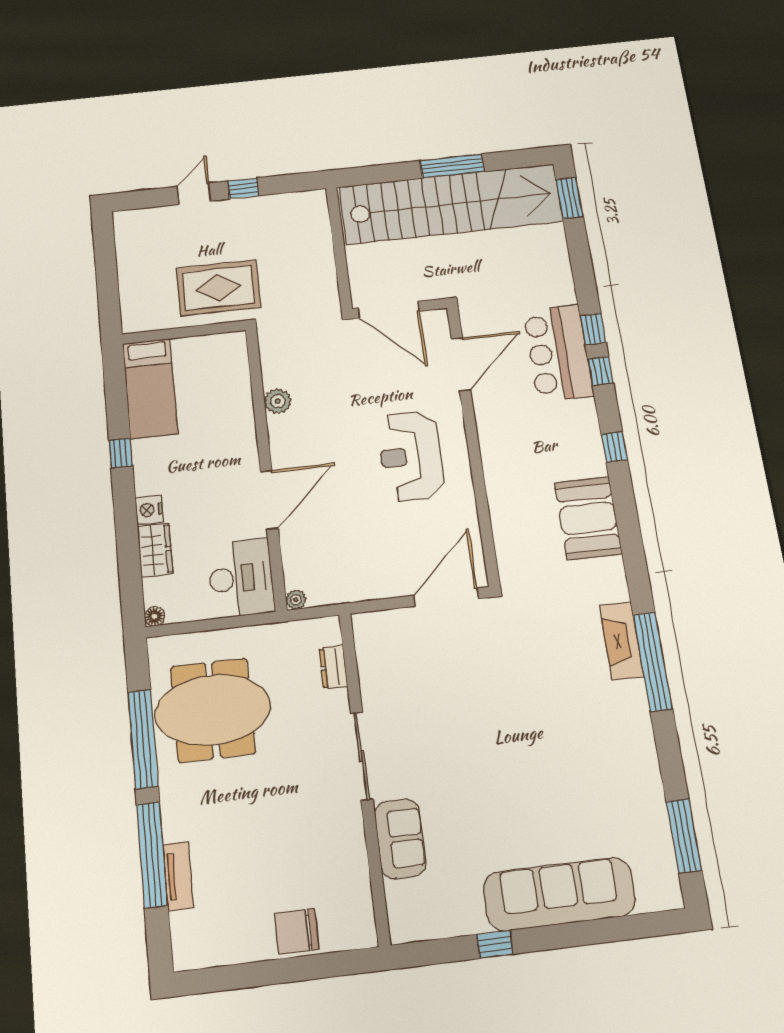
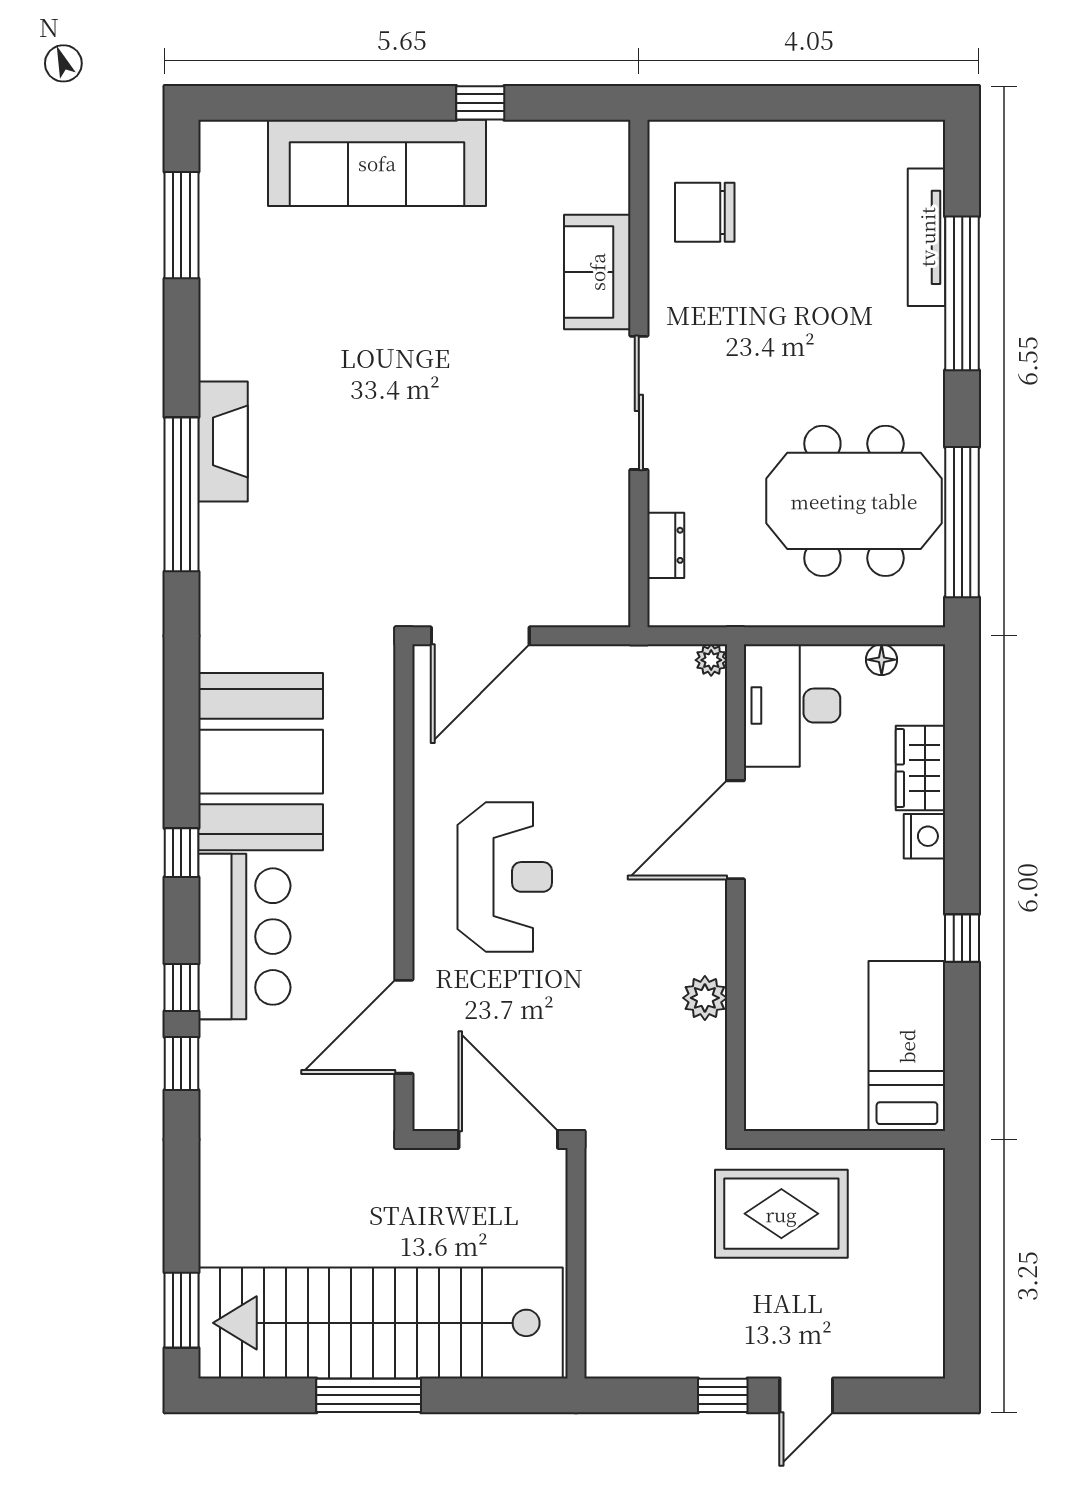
bar counter: (558, 353) -> (244, 937), moved
booth: (588, 518) -> (261, 762), width x1.36, depth x1.42
floor lamp: (155, 616) -> (882, 660), moved
fireplace: (622, 641) -> (223, 441), moved
window: (143, 739) -> (962, 522), moved
tv unit: (178, 876) -> (927, 237), width x1.41
chair: (297, 931) -> (705, 212), moved, turned 180

